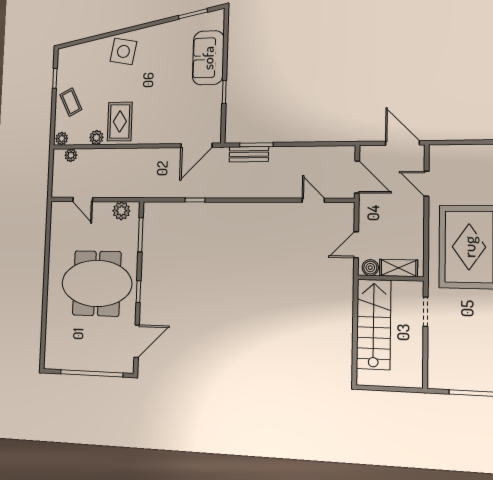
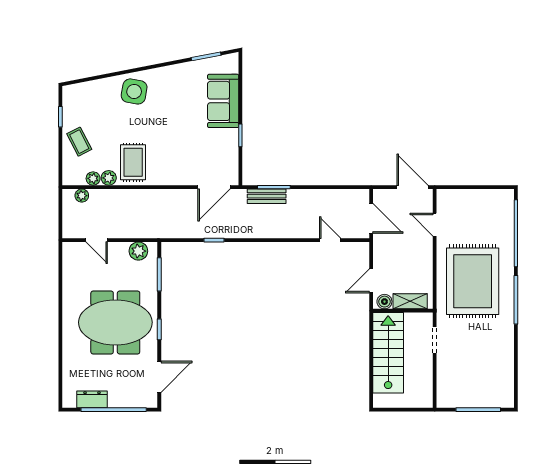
plant: (62, 139) -> (93, 178), moved
dresser: (72, 362) -> (92, 399), added

